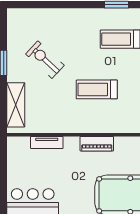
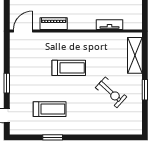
piano: (97, 144) -> (54, 24), moved

